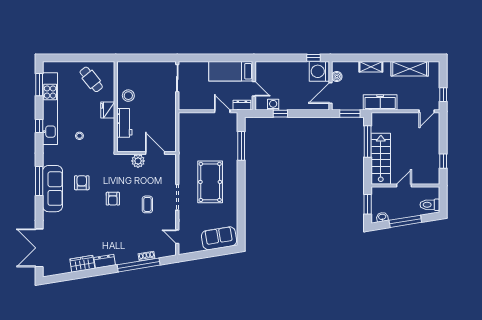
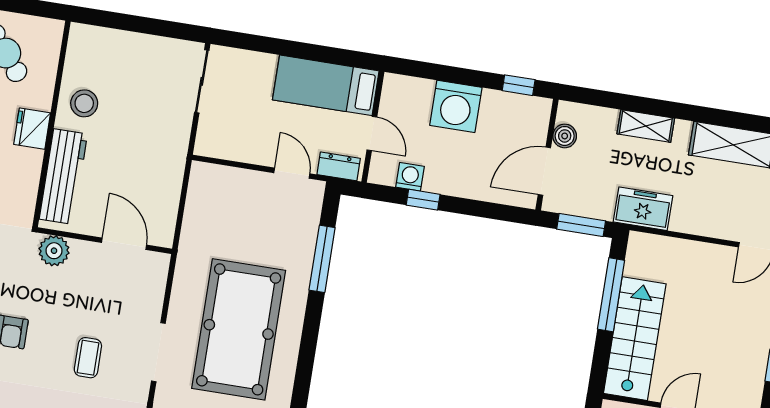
washing machine: (319, 71) -> (456, 106), moved, turned -90
freezer: (380, 102) -> (643, 209), width x0.71
workbench: (124, 123) -> (63, 177), width x1.37
plant: (138, 161) -> (54, 251), moved
pool table: (210, 182) -> (239, 329), width x1.36, depth x1.32

